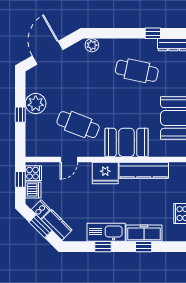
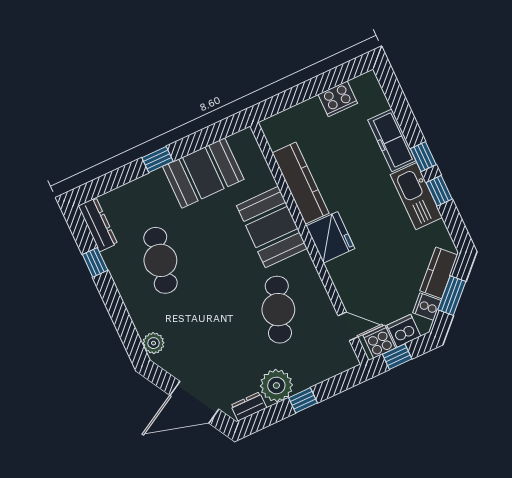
dresser: (31, 82) -> (249, 406), added
door: (69, 159) -> (348, 326), moved
window: (144, 247) -> (423, 157), moved

